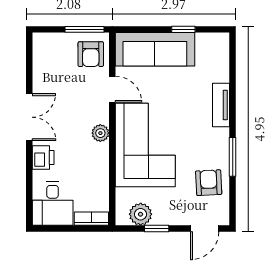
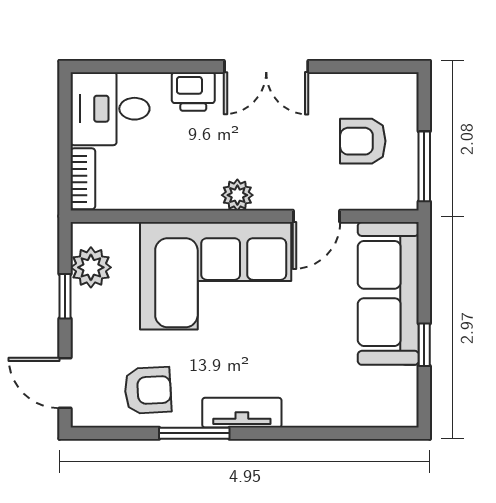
armchair: (91, 54) -> (363, 141), moved
tv unit: (221, 105) -> (242, 413), moved

